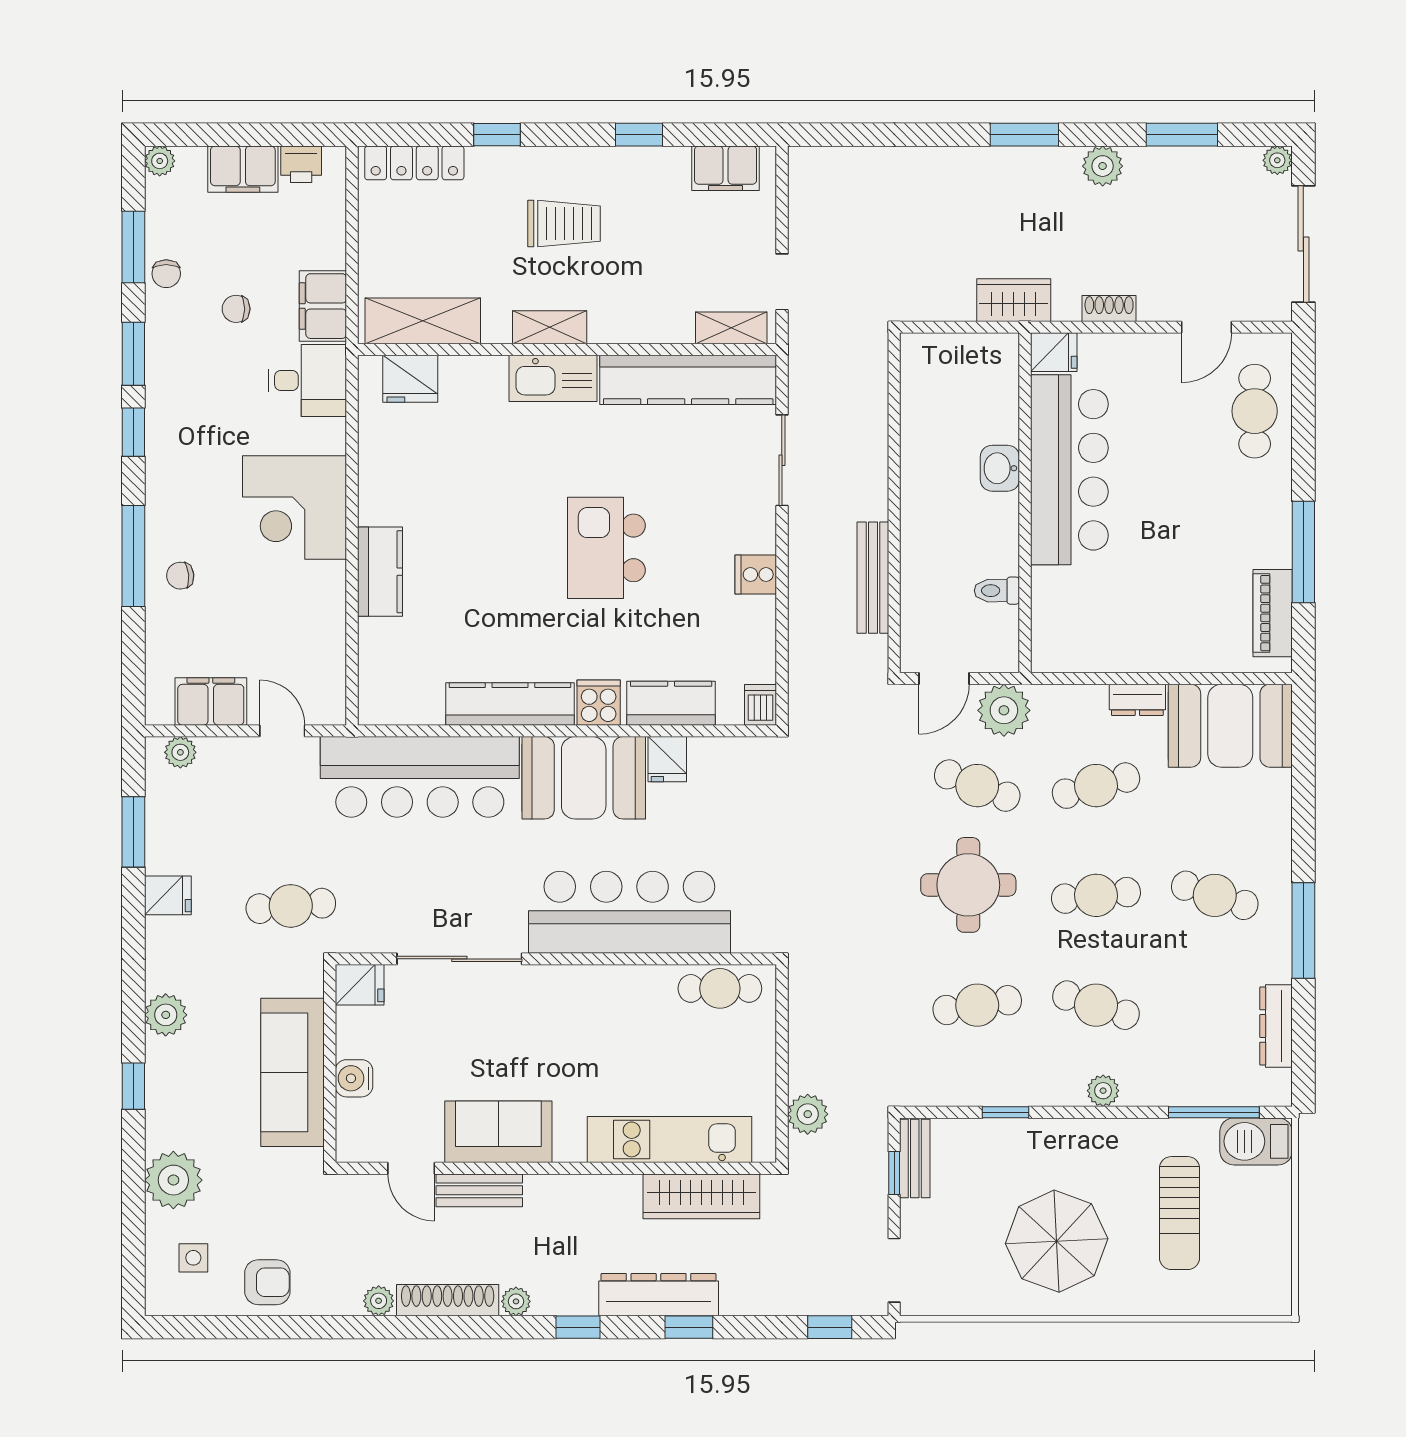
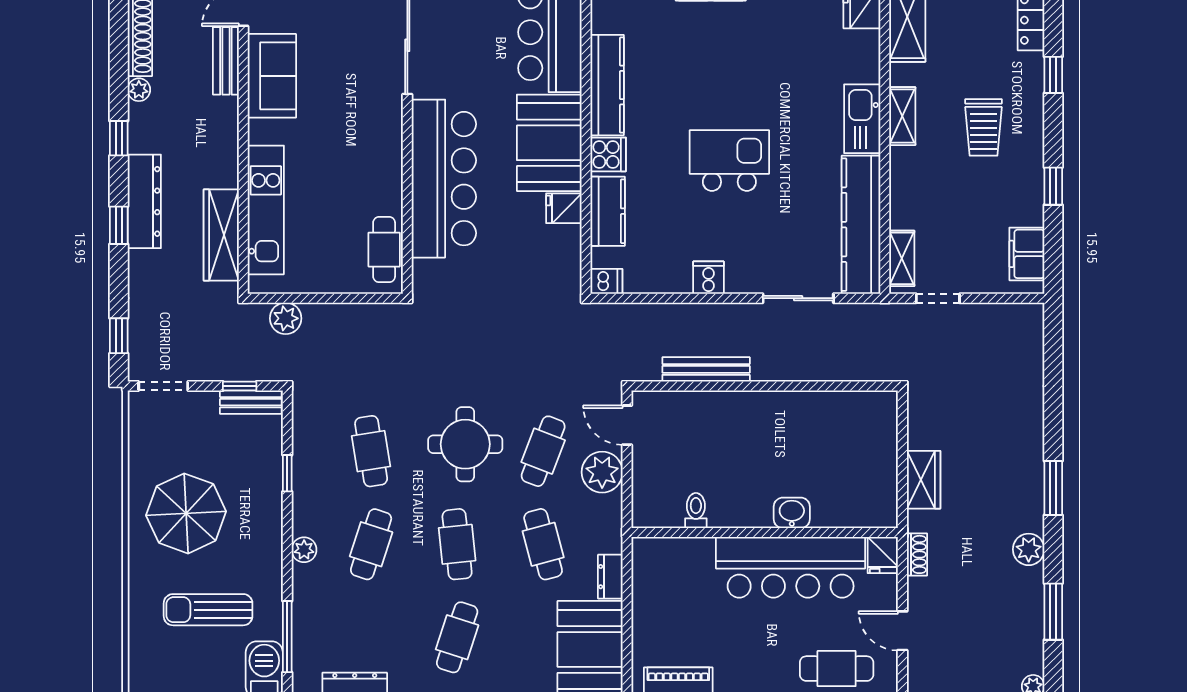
fridge: (1054, 352) -> (883, 555), moved
washbasin: (1000, 468) -> (792, 513), moved
bar counter: (1069, 470) -> (791, 567), moved
wall: (1025, 503) -> (765, 533), moved
toilet: (997, 591) -> (696, 511), moved

